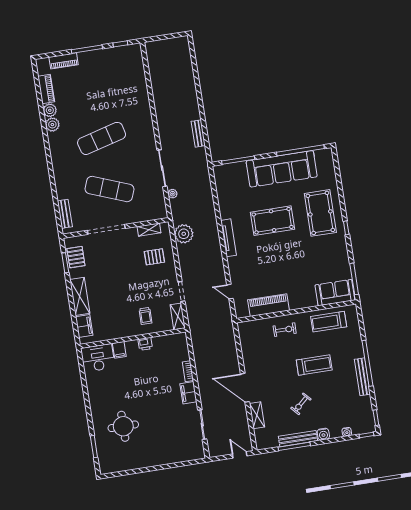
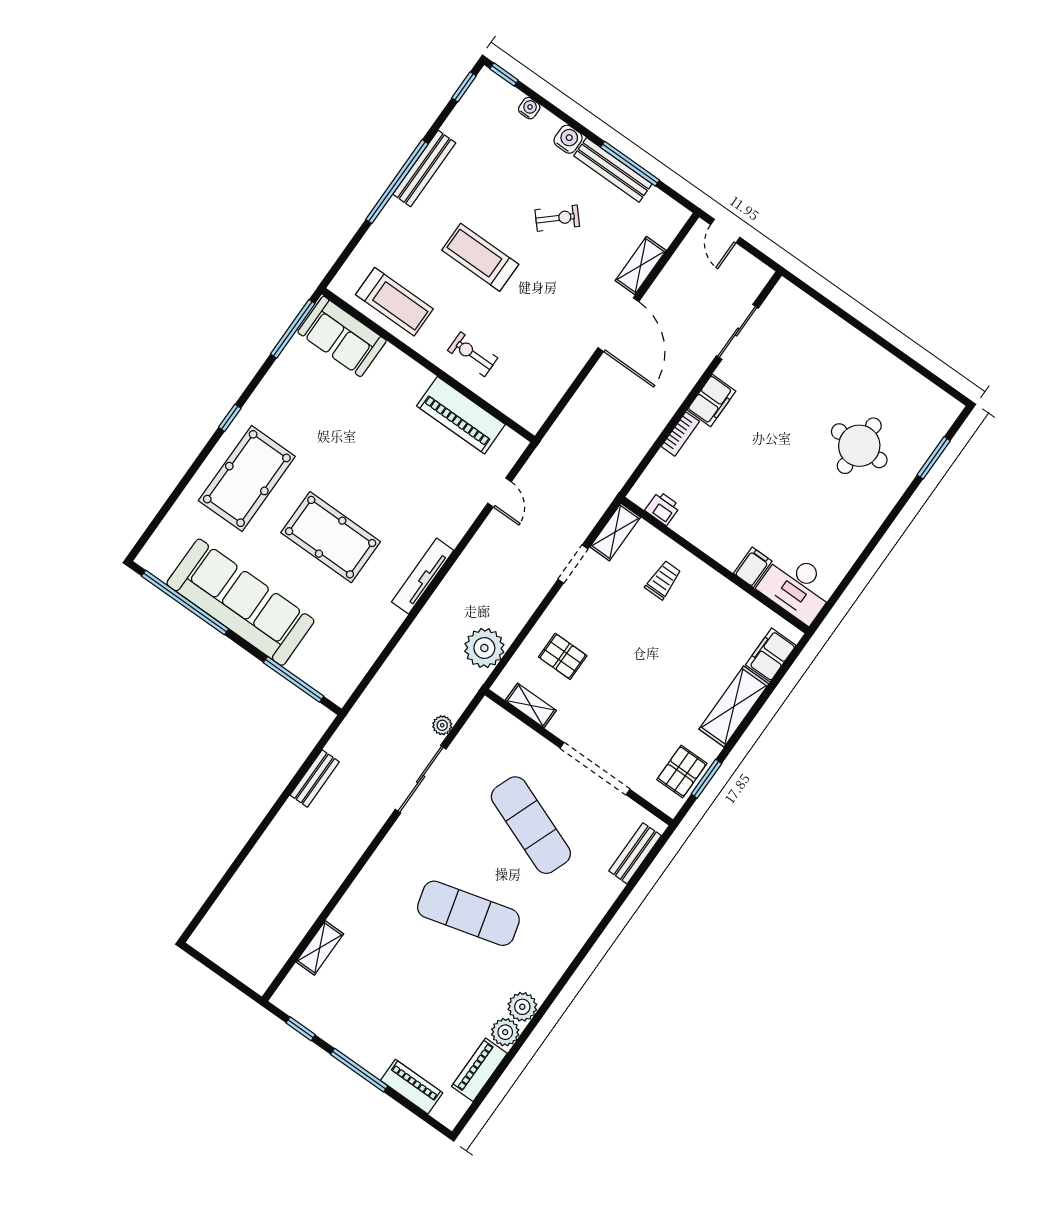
shelving: (141, 78) -> (320, 948), added
printer: (145, 344) -> (663, 508), moved

